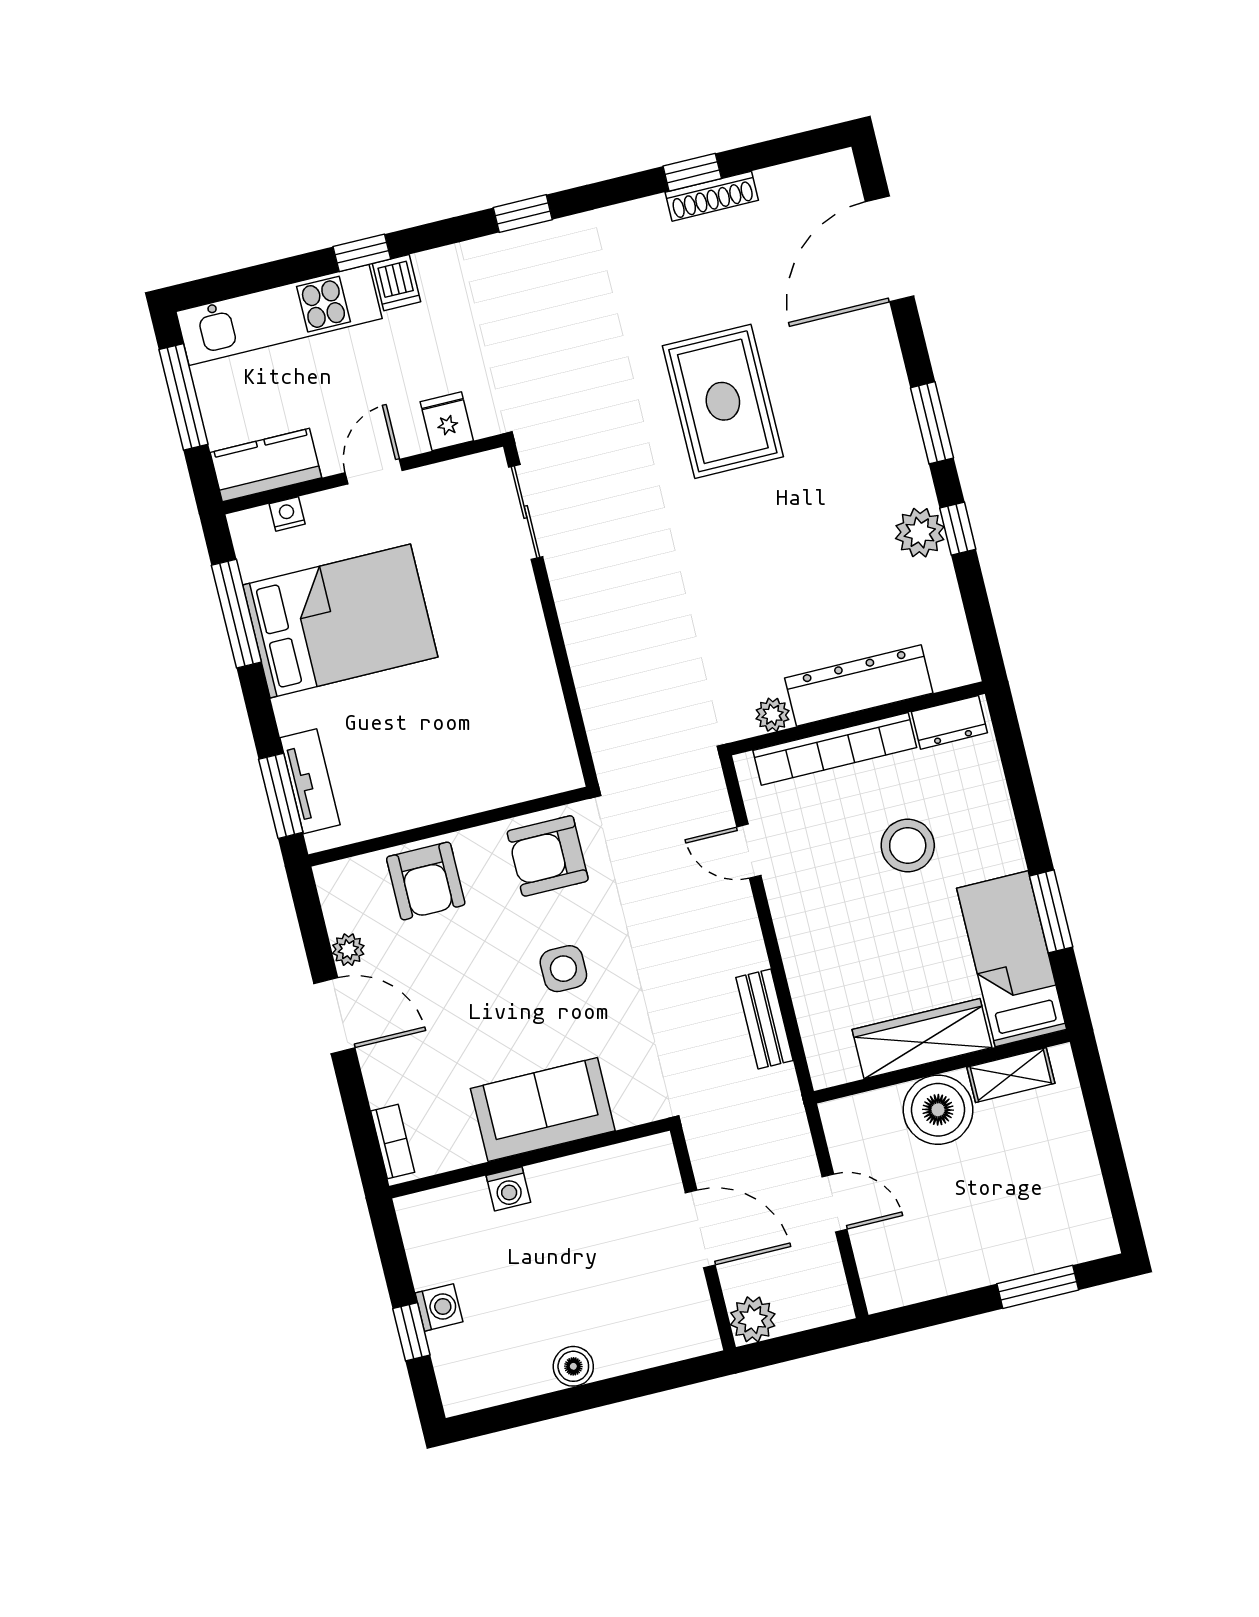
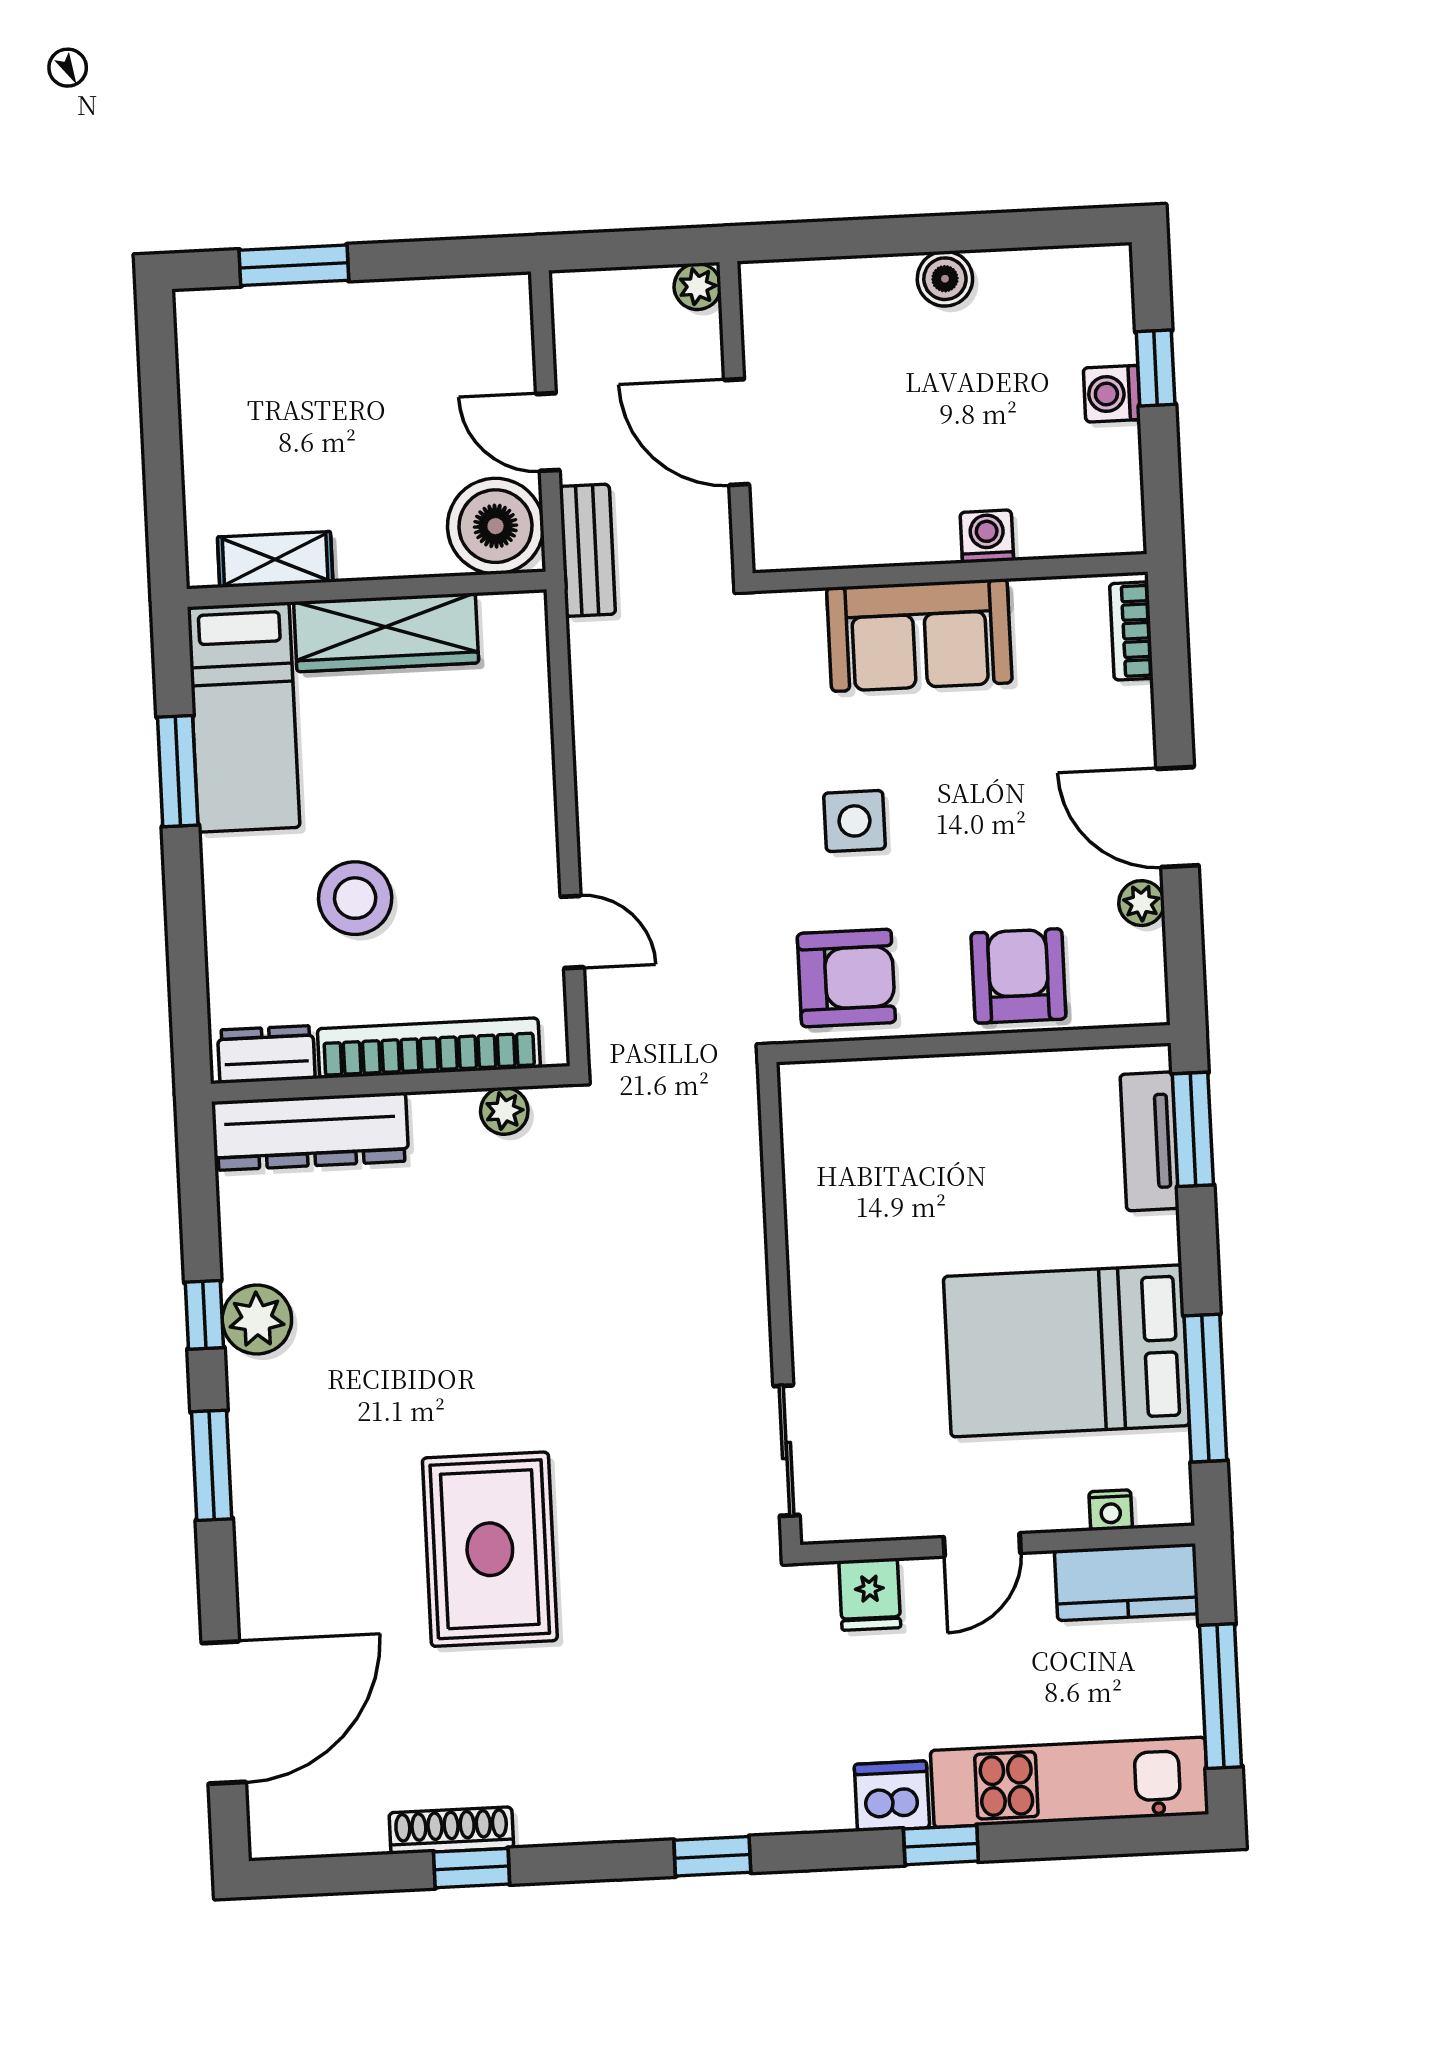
dishwasher: (396, 283) -> (892, 1796), width x1.38
dresser: (859, 686) -> (310, 1131), moved
bench: (765, 1019) -> (587, 550), moved
boiler: (938, 1110) -> (496, 526), moved
plant: (753, 1319) -> (697, 286), width x0.73, depth x0.73

